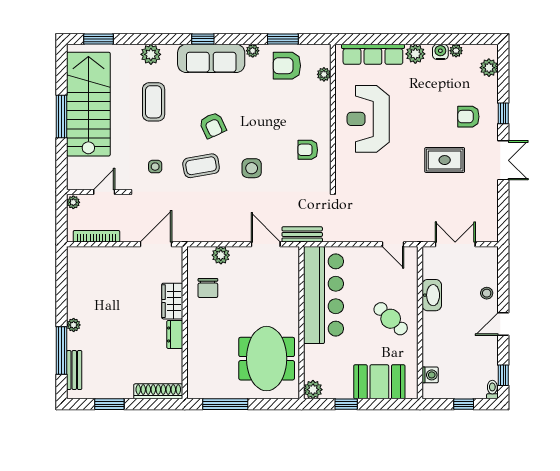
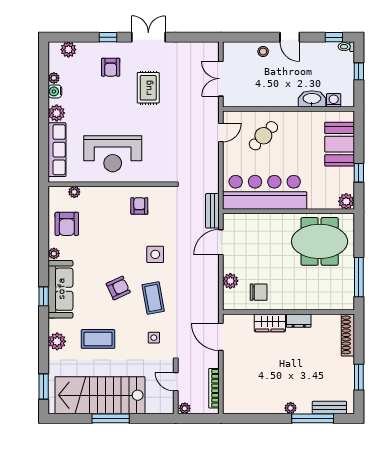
window: (283, 39) -> (44, 227), removed
armchair: (308, 150) -> (139, 206), turned 180
washbasin: (432, 295) -> (312, 99), moved
cafe table: (391, 319) -> (263, 136), moved

